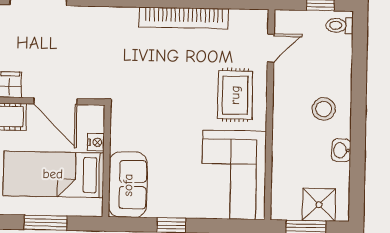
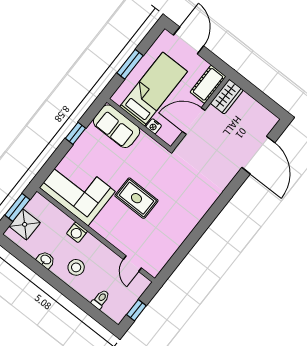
bookcase: (184, 18) -> (186, 228), removed
toilet: (339, 25) -> (101, 299), moved
rug: (235, 95) -> (136, 198), moved
washing machine: (283, 138) -> (77, 232), added

